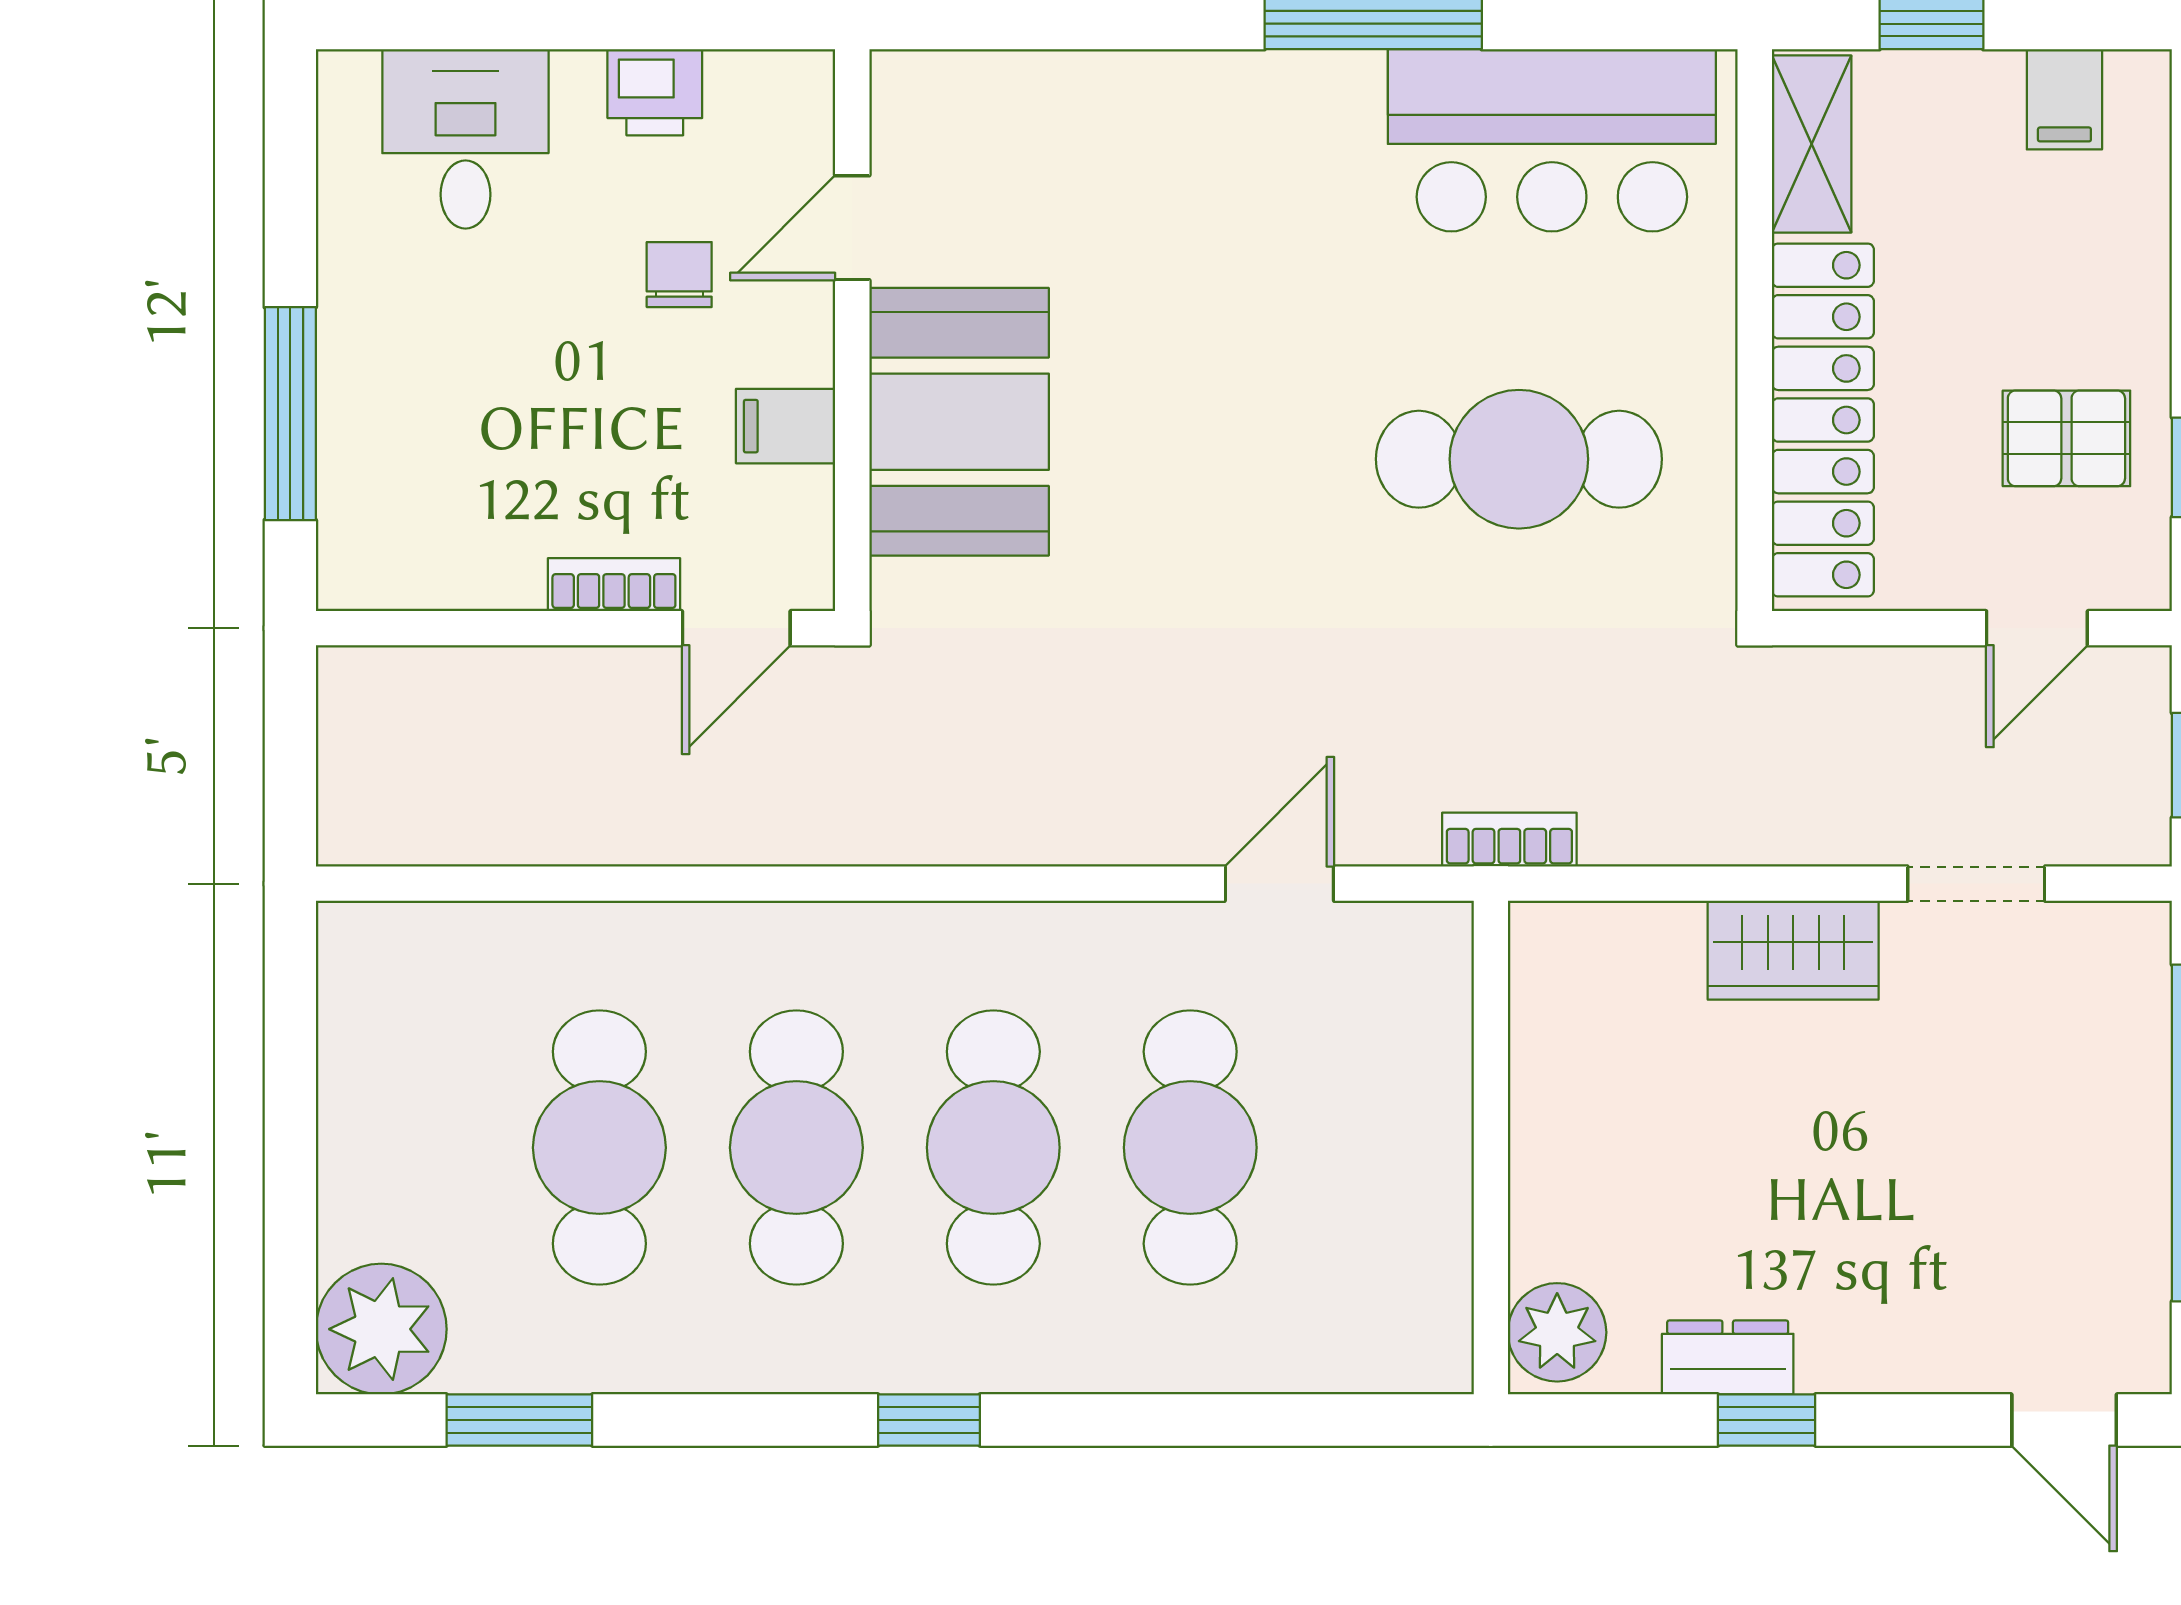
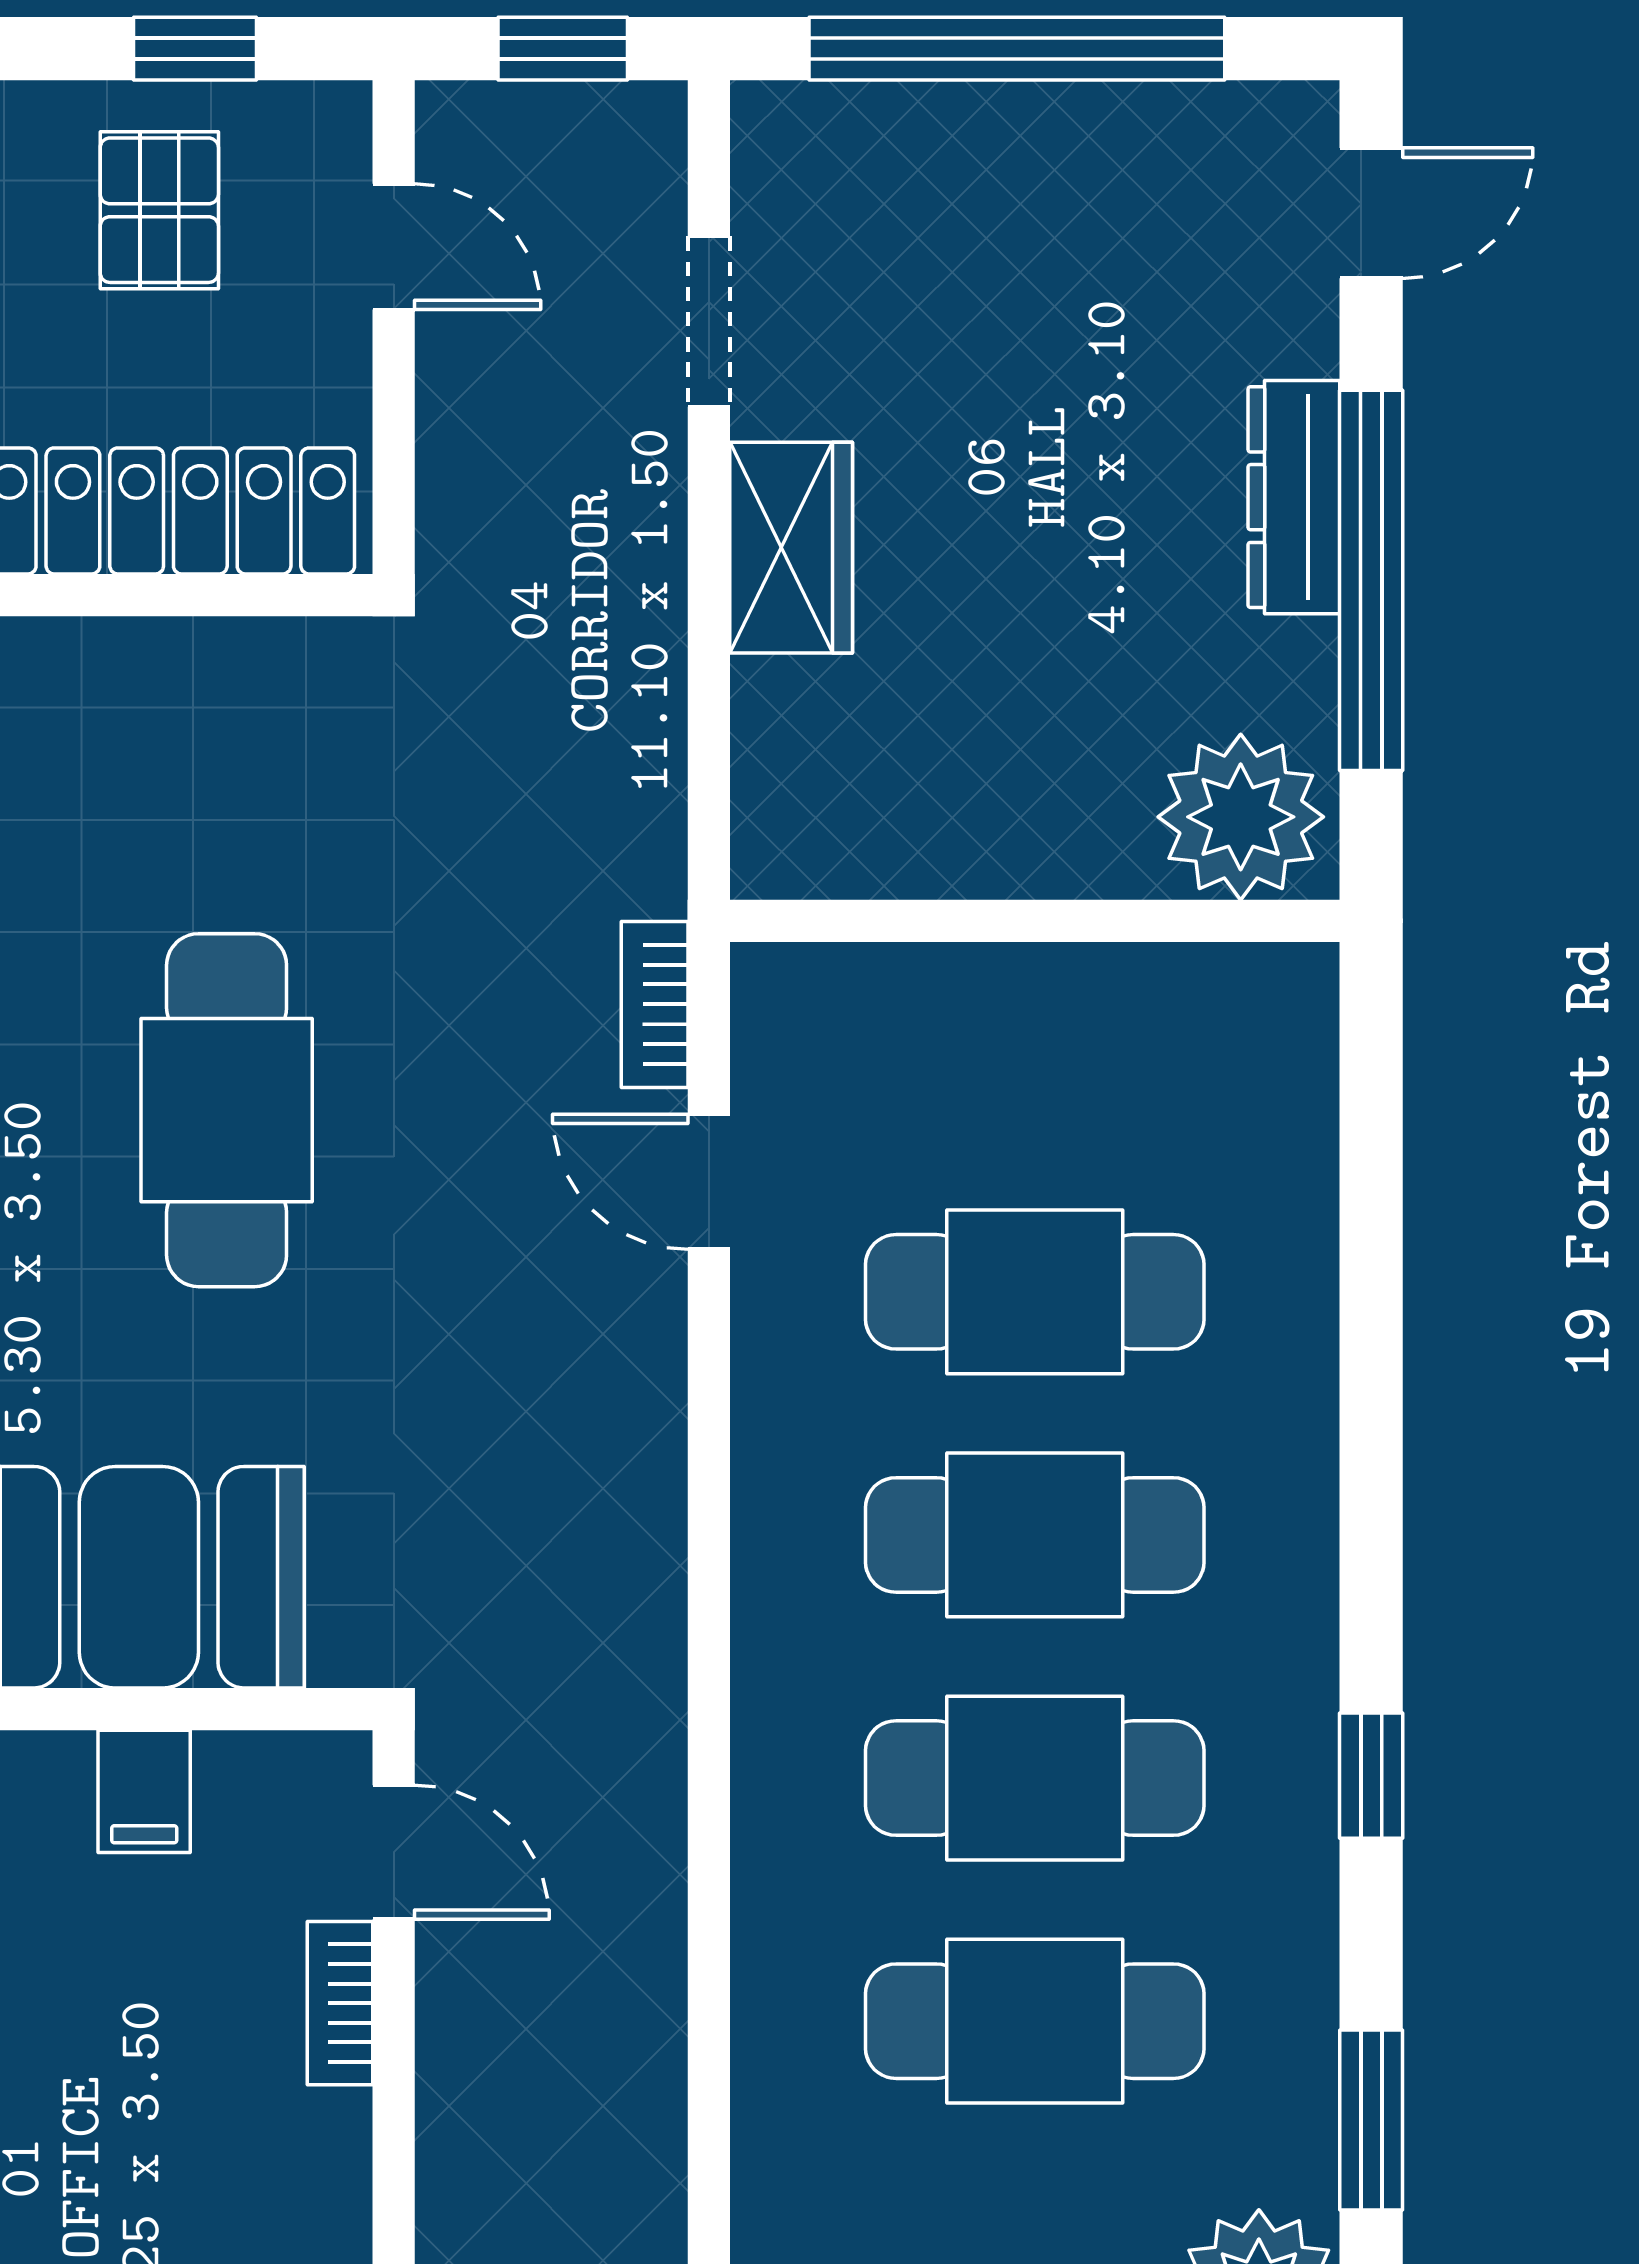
cafe table: (1519, 459) -> (227, 1110), moved
bookcase: (1509, 840) -> (655, 1004), moved
plant: (1557, 1332) -> (1241, 817), width x1.36, depth x1.36
dresser: (1728, 1357) -> (1294, 497), moved, width x1.44
window: (929, 1420) -> (1371, 1776), moved
window: (1767, 1420) -> (1371, 580), width x3.17

